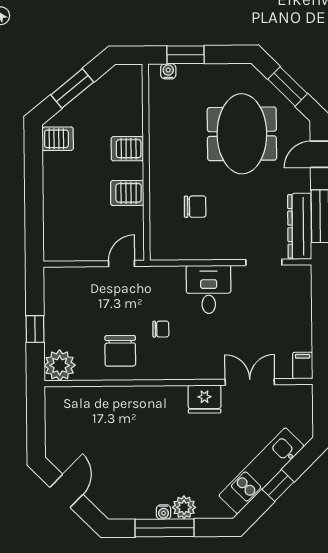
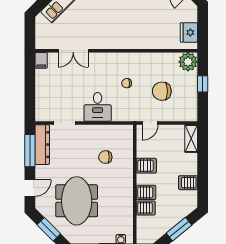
server rack: (128, 123) -> (146, 208), added
server rack: (58, 139) -> (188, 183), moved
shelving: (53, 239) -> (191, 138), added
chair: (120, 351) -> (162, 91), moved, turned -90
fridge: (205, 399) -> (189, 32), moved, turned -90

